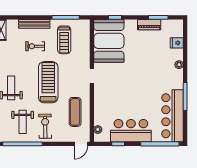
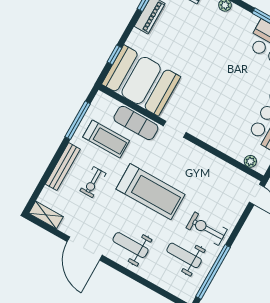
treadmill: (48, 82) -> (151, 192), turned 180
exercise mat: (75, 112) -> (136, 123), moved
weight bench: (23, 122) -> (184, 255), turned 180

